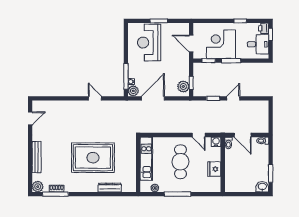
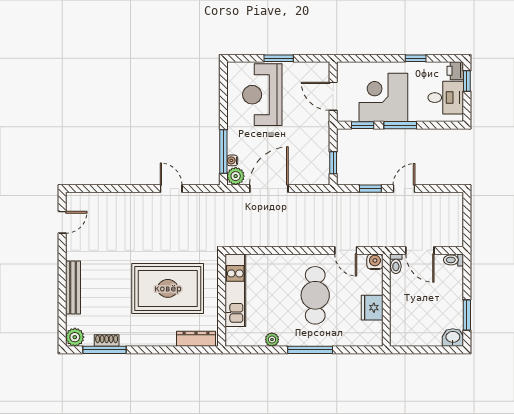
plant: (183, 86) -> (320, 169), removed
kitchen unit: (146, 159) -> (235, 290), moved
wall: (138, 165) -> (222, 300), moved

